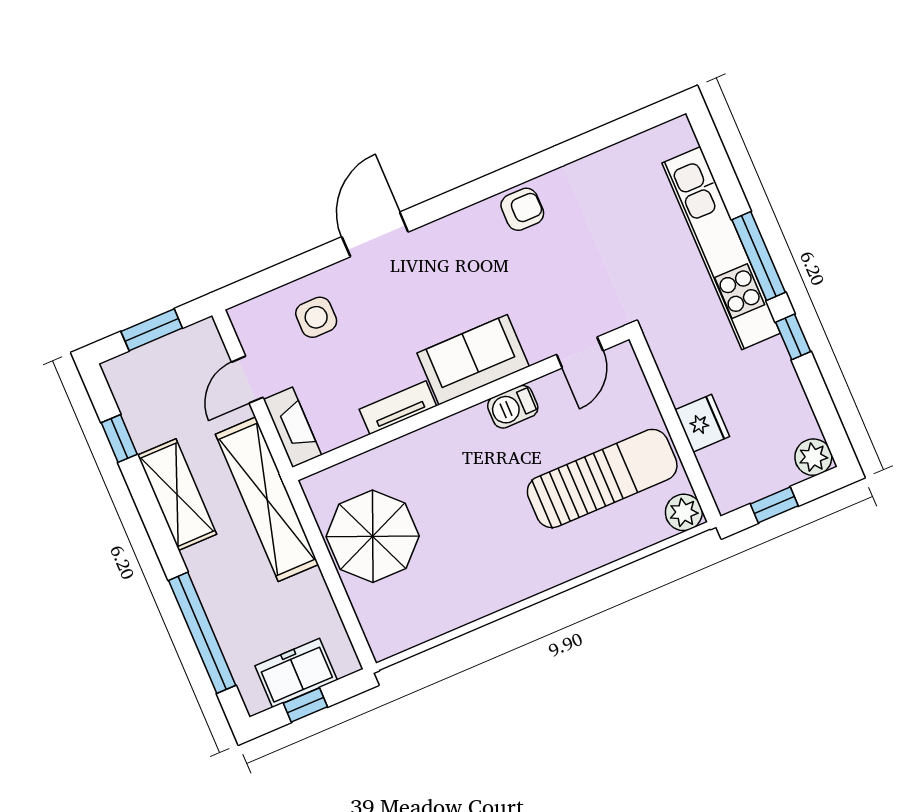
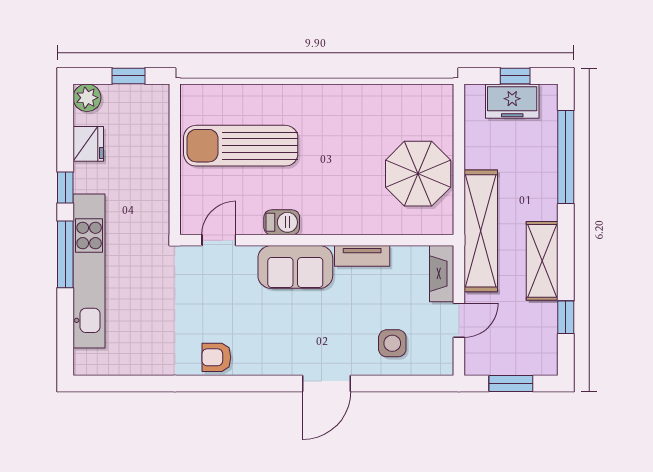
fridge: (702, 423) -> (88, 144), moved, turned 180
plant: (684, 512) -> (194, 98), removed

